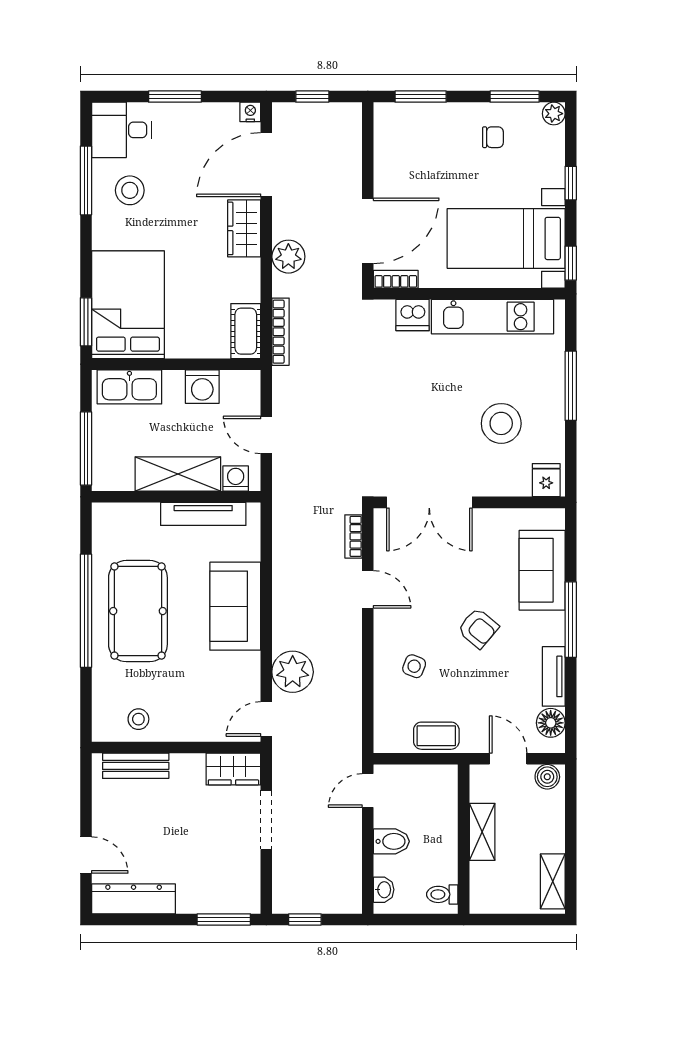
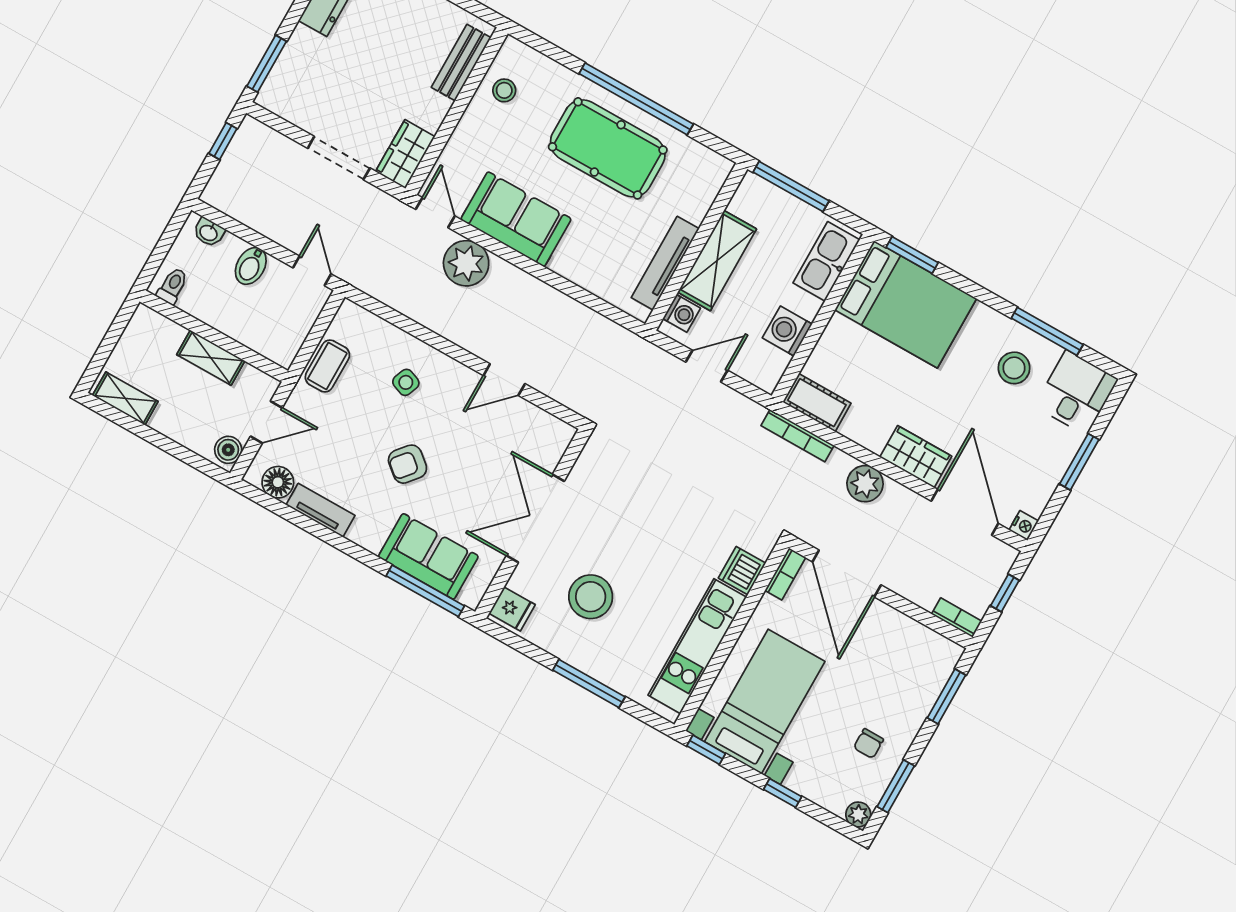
double door: (429, 502) -> (535, 518), moved
bookcase: (354, 536) -> (957, 618), moved
sofa: (235, 606) -> (516, 219), moved
window: (571, 620) -> (425, 591), moved

